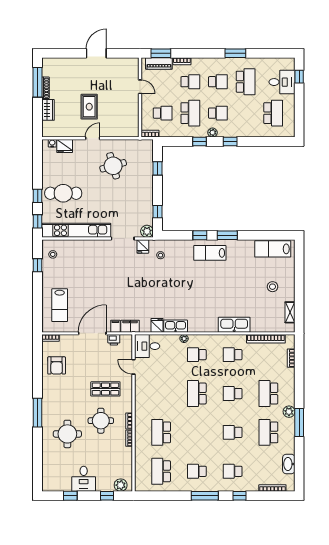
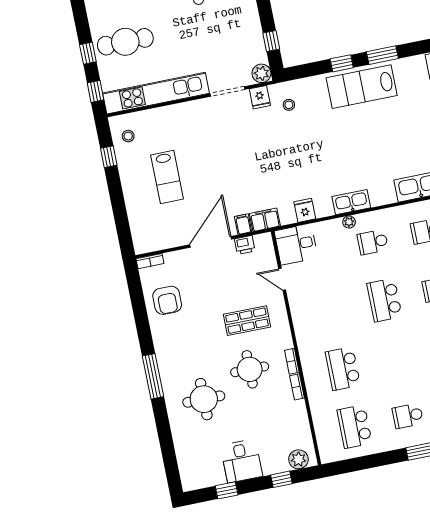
lab bench: (210, 253) -> (362, 87), width x1.36, depth x1.39
lab bench: (60, 305) -> (167, 177), moved
kitchen sink: (176, 326) -> (351, 202), moved

